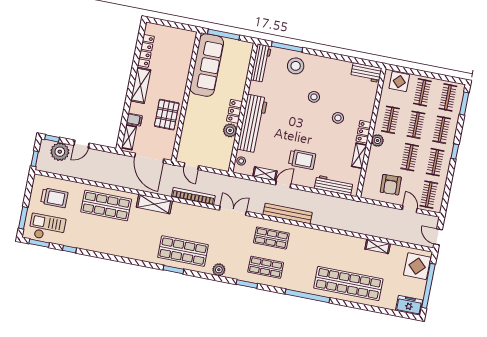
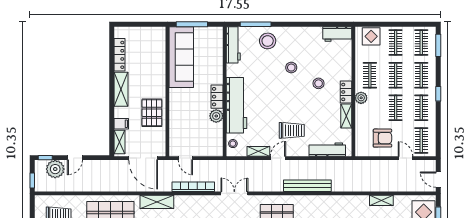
armchair: (391, 185) -> (382, 138), turned -88
bench: (288, 213) -> (307, 186), moved

